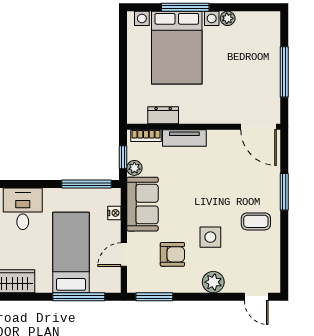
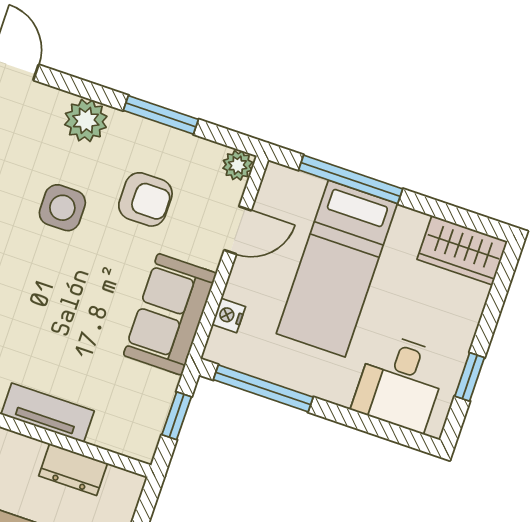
bookcase: (146, 136) -> (119, 442), removed
plant: (134, 168) -> (238, 165), moved
armchair: (172, 254) -> (145, 199), turned 180
window: (154, 297) -> (161, 115), moved

